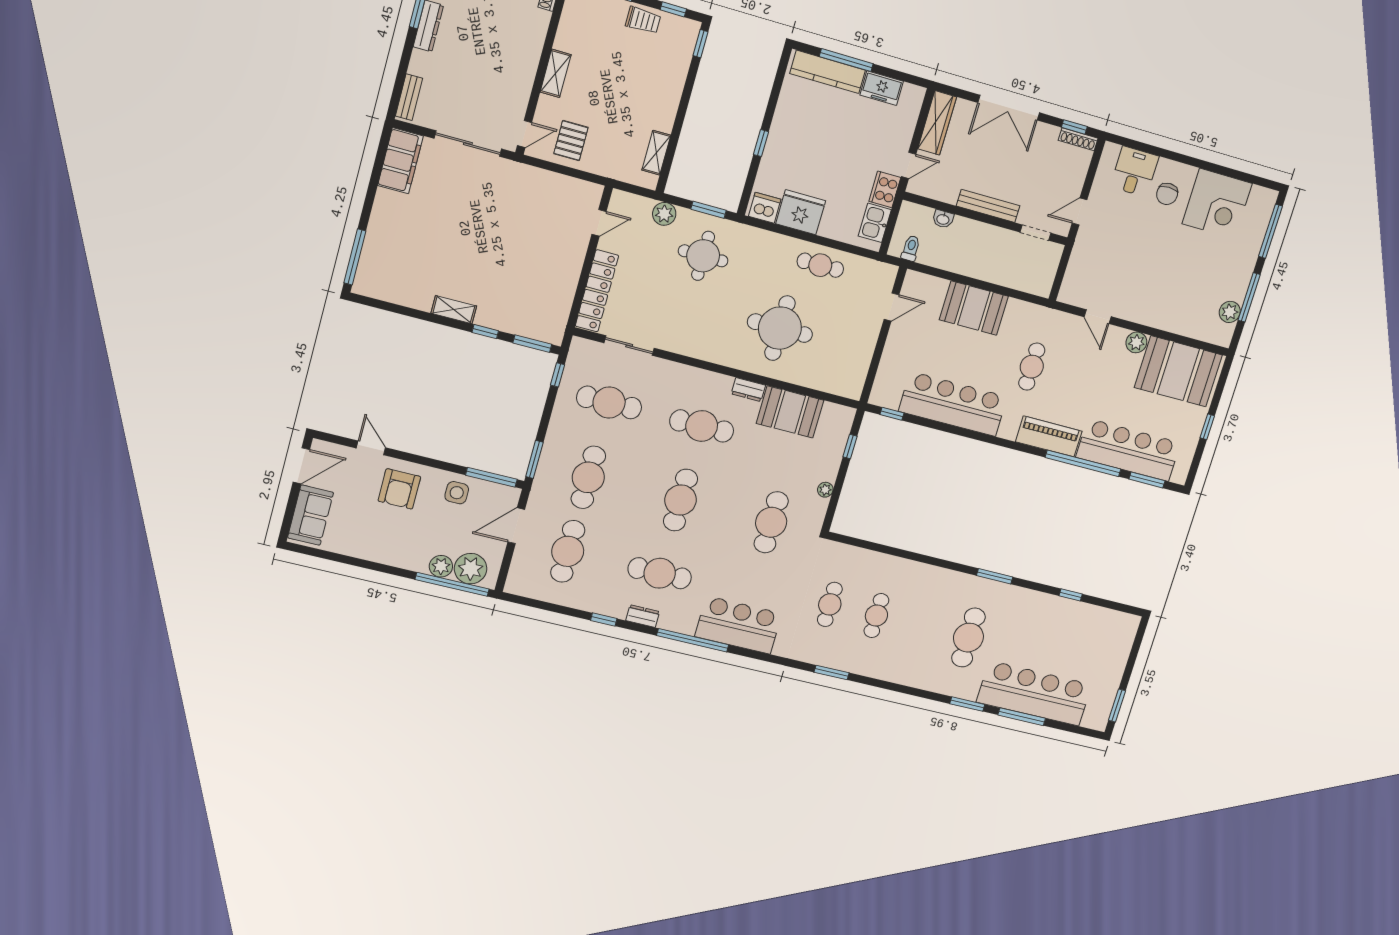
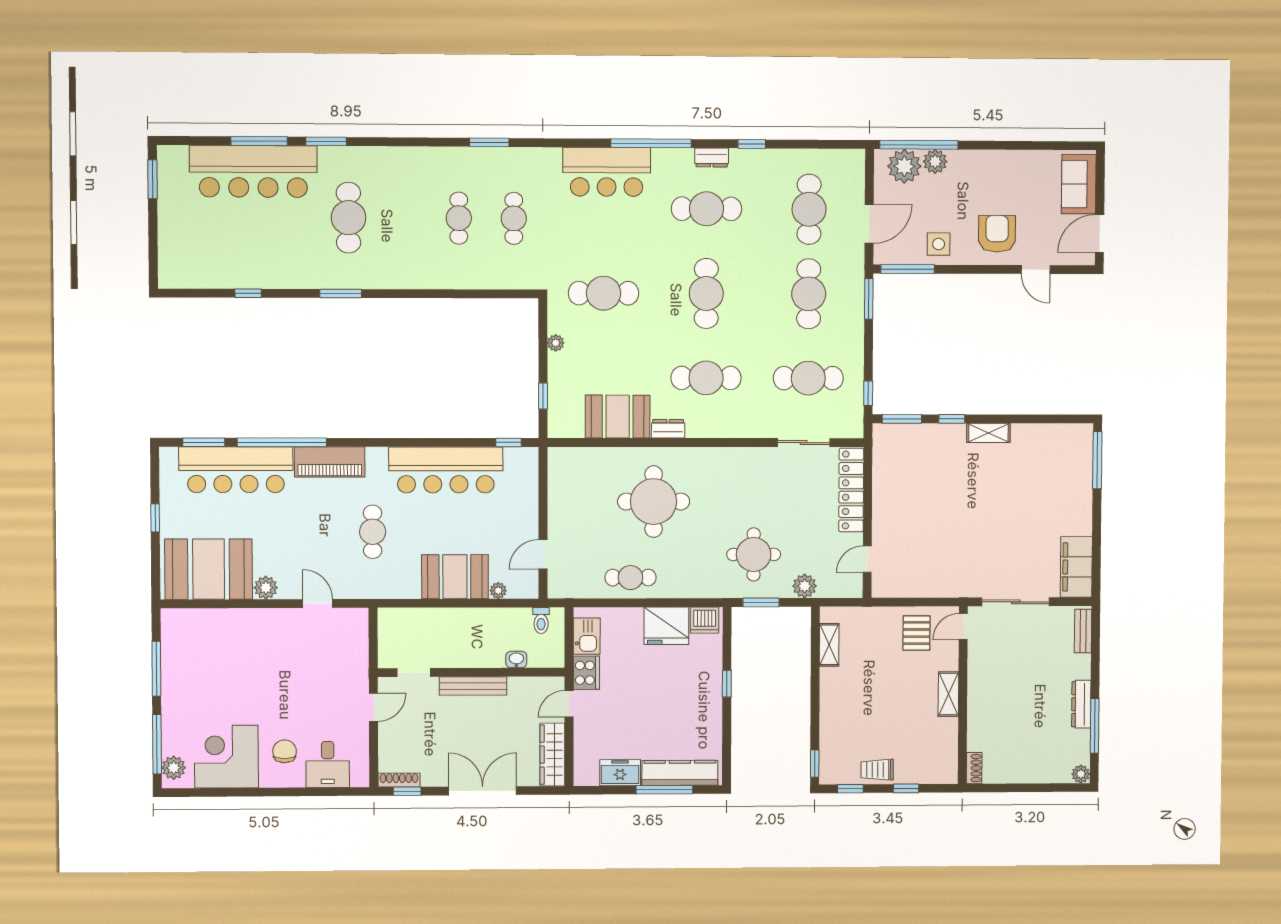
plant: (940, 286) -> (498, 591), added
plant: (1230, 312) -> (174, 768), moved
cafe table: (771, 522) -> (604, 293), turned 90

